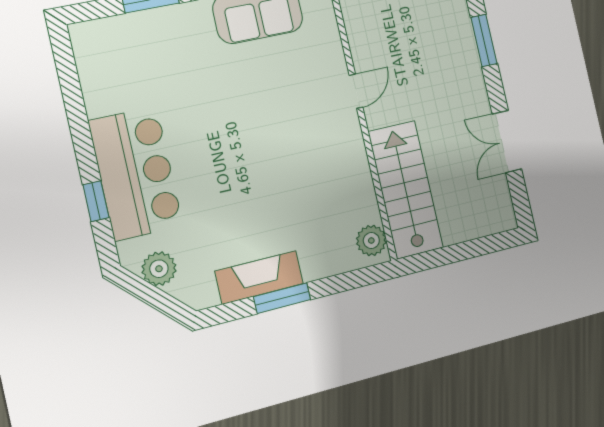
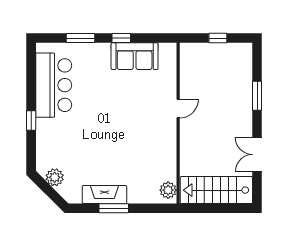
bar counter: (136, 173) -> (54, 85), moved
stairs: (406, 190) -> (216, 190), moved, turned -90
window: (96, 201) -> (31, 120), moved

